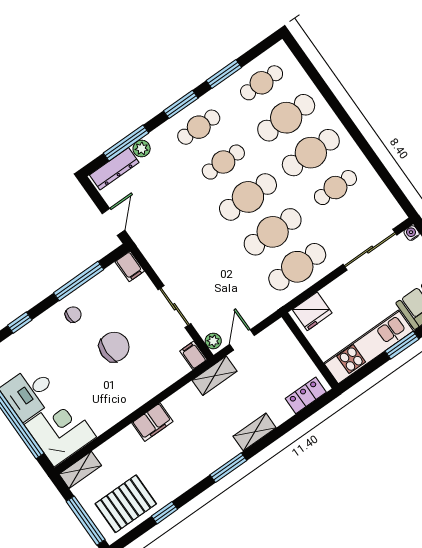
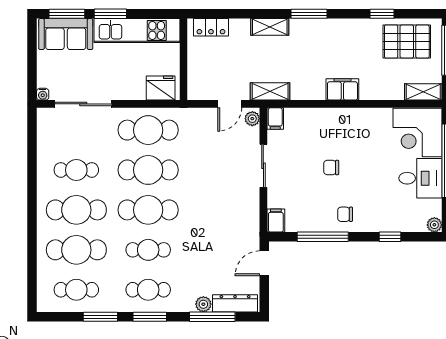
chair: (114, 347) -> (331, 168), width x0.54, depth x0.54

